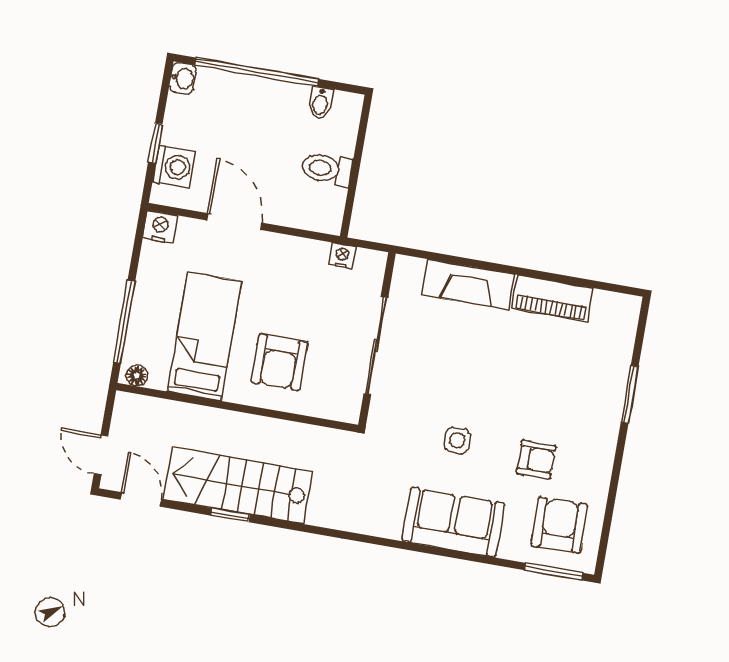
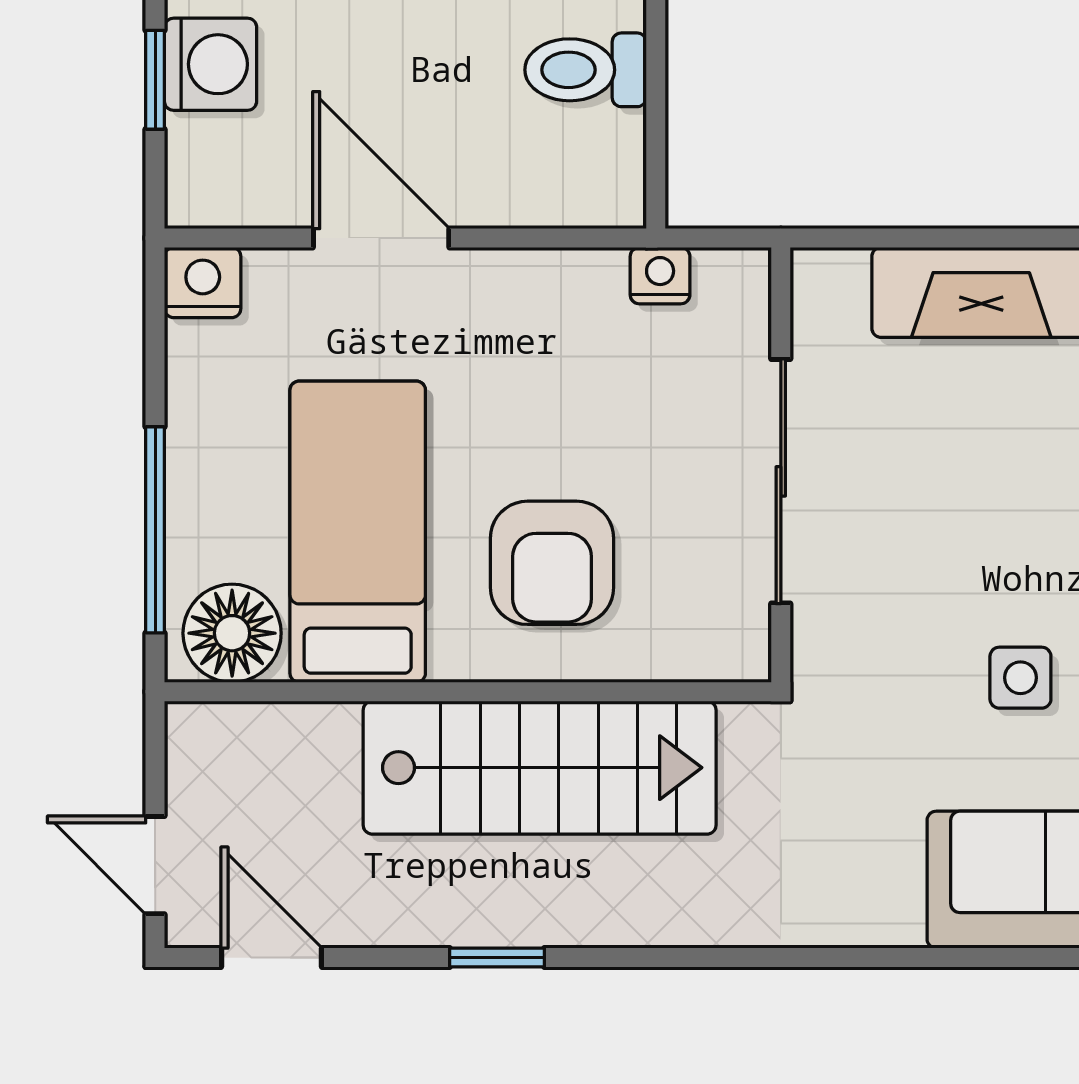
washing machine: (174, 167) -> (211, 64), moved
floor lamp: (137, 376) -> (232, 633), width x1.89, depth x1.89
stairs: (238, 485) -> (540, 768), moved, turned 180

